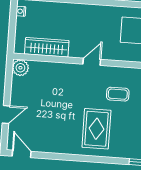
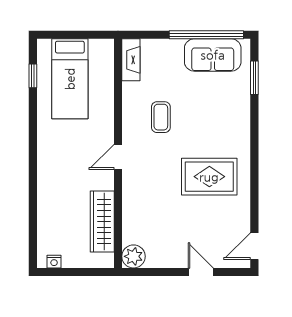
door: (92, 62) -> (118, 157), hinge flipped
rug: (96, 129) -> (209, 177), moved

